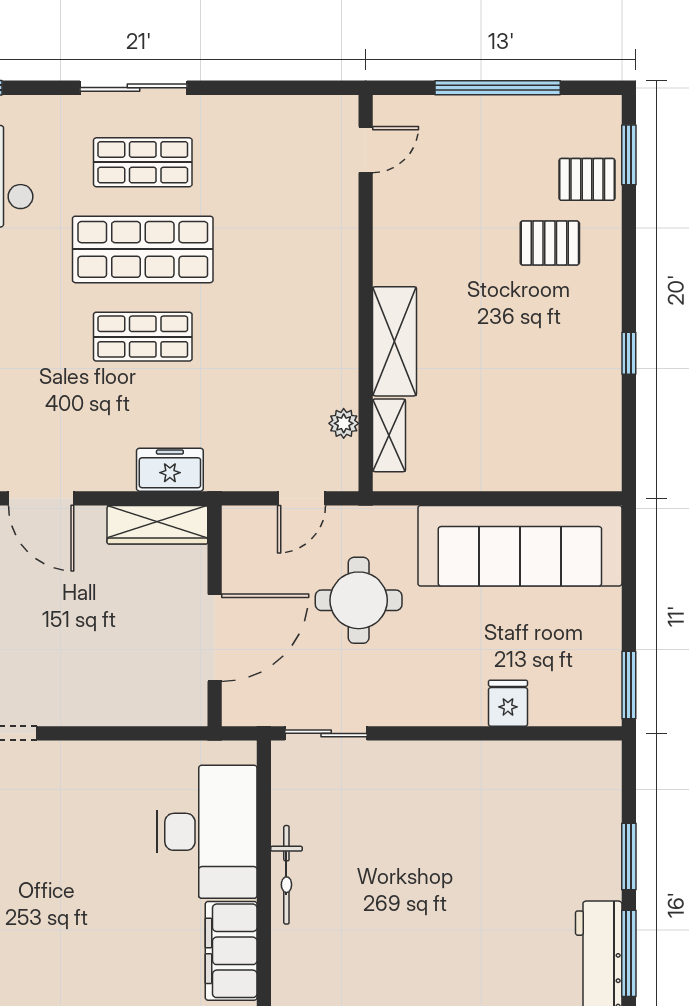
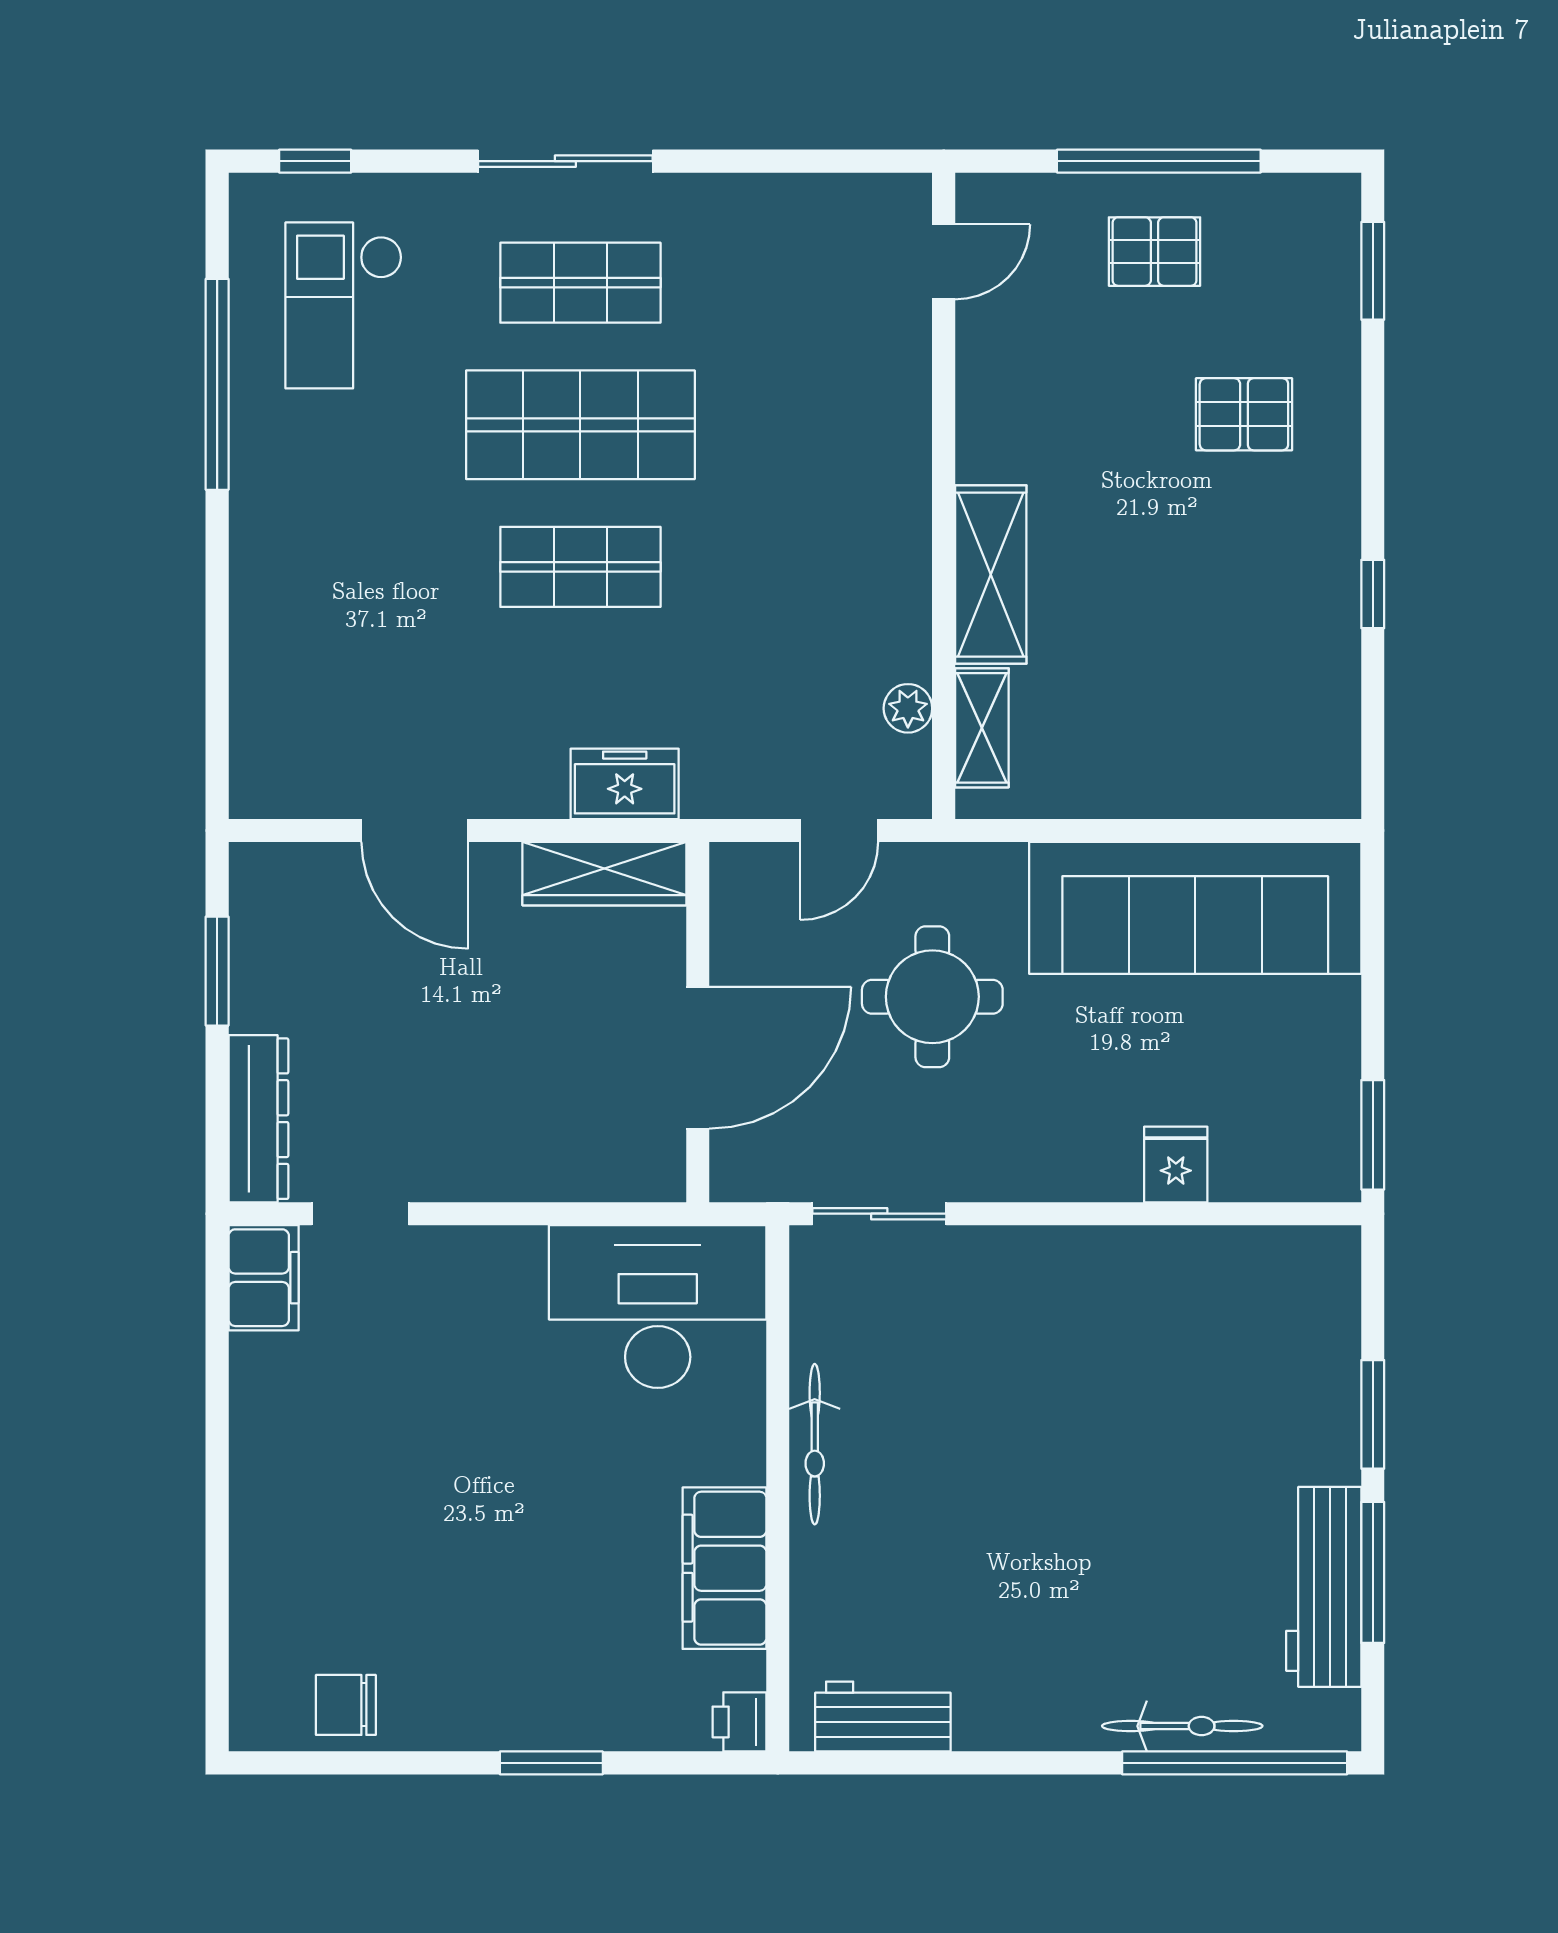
pallet: (587, 179) -> (1154, 252), moved
desk: (207, 832) -> (658, 1307), moved, turned -90

